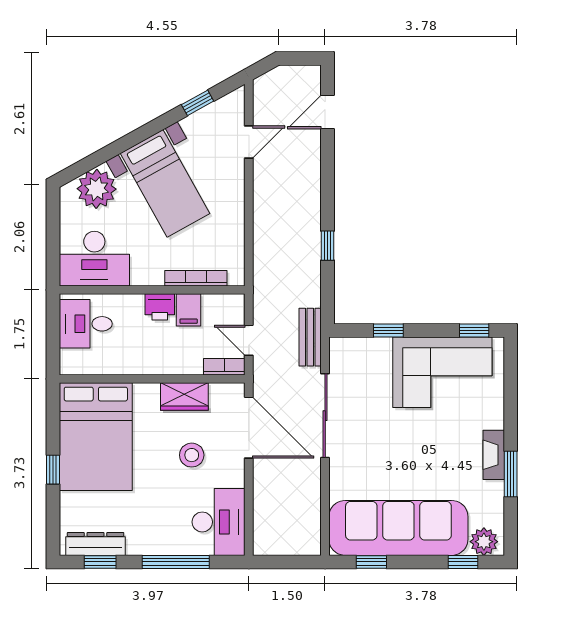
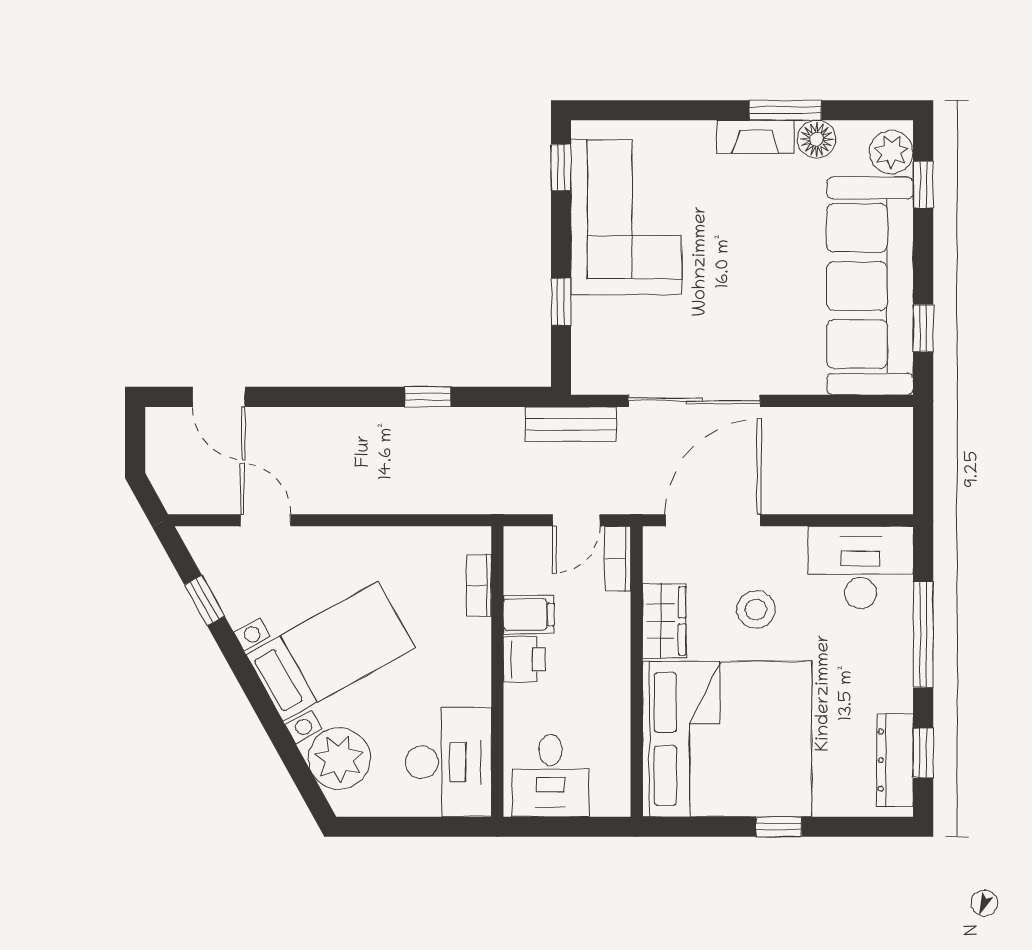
bookcase: (196, 278) -> (479, 586), width x0.64
bed: (96, 437) -> (727, 739), width x1.36
floor lamp: (492, 494) -> (817, 139), added

